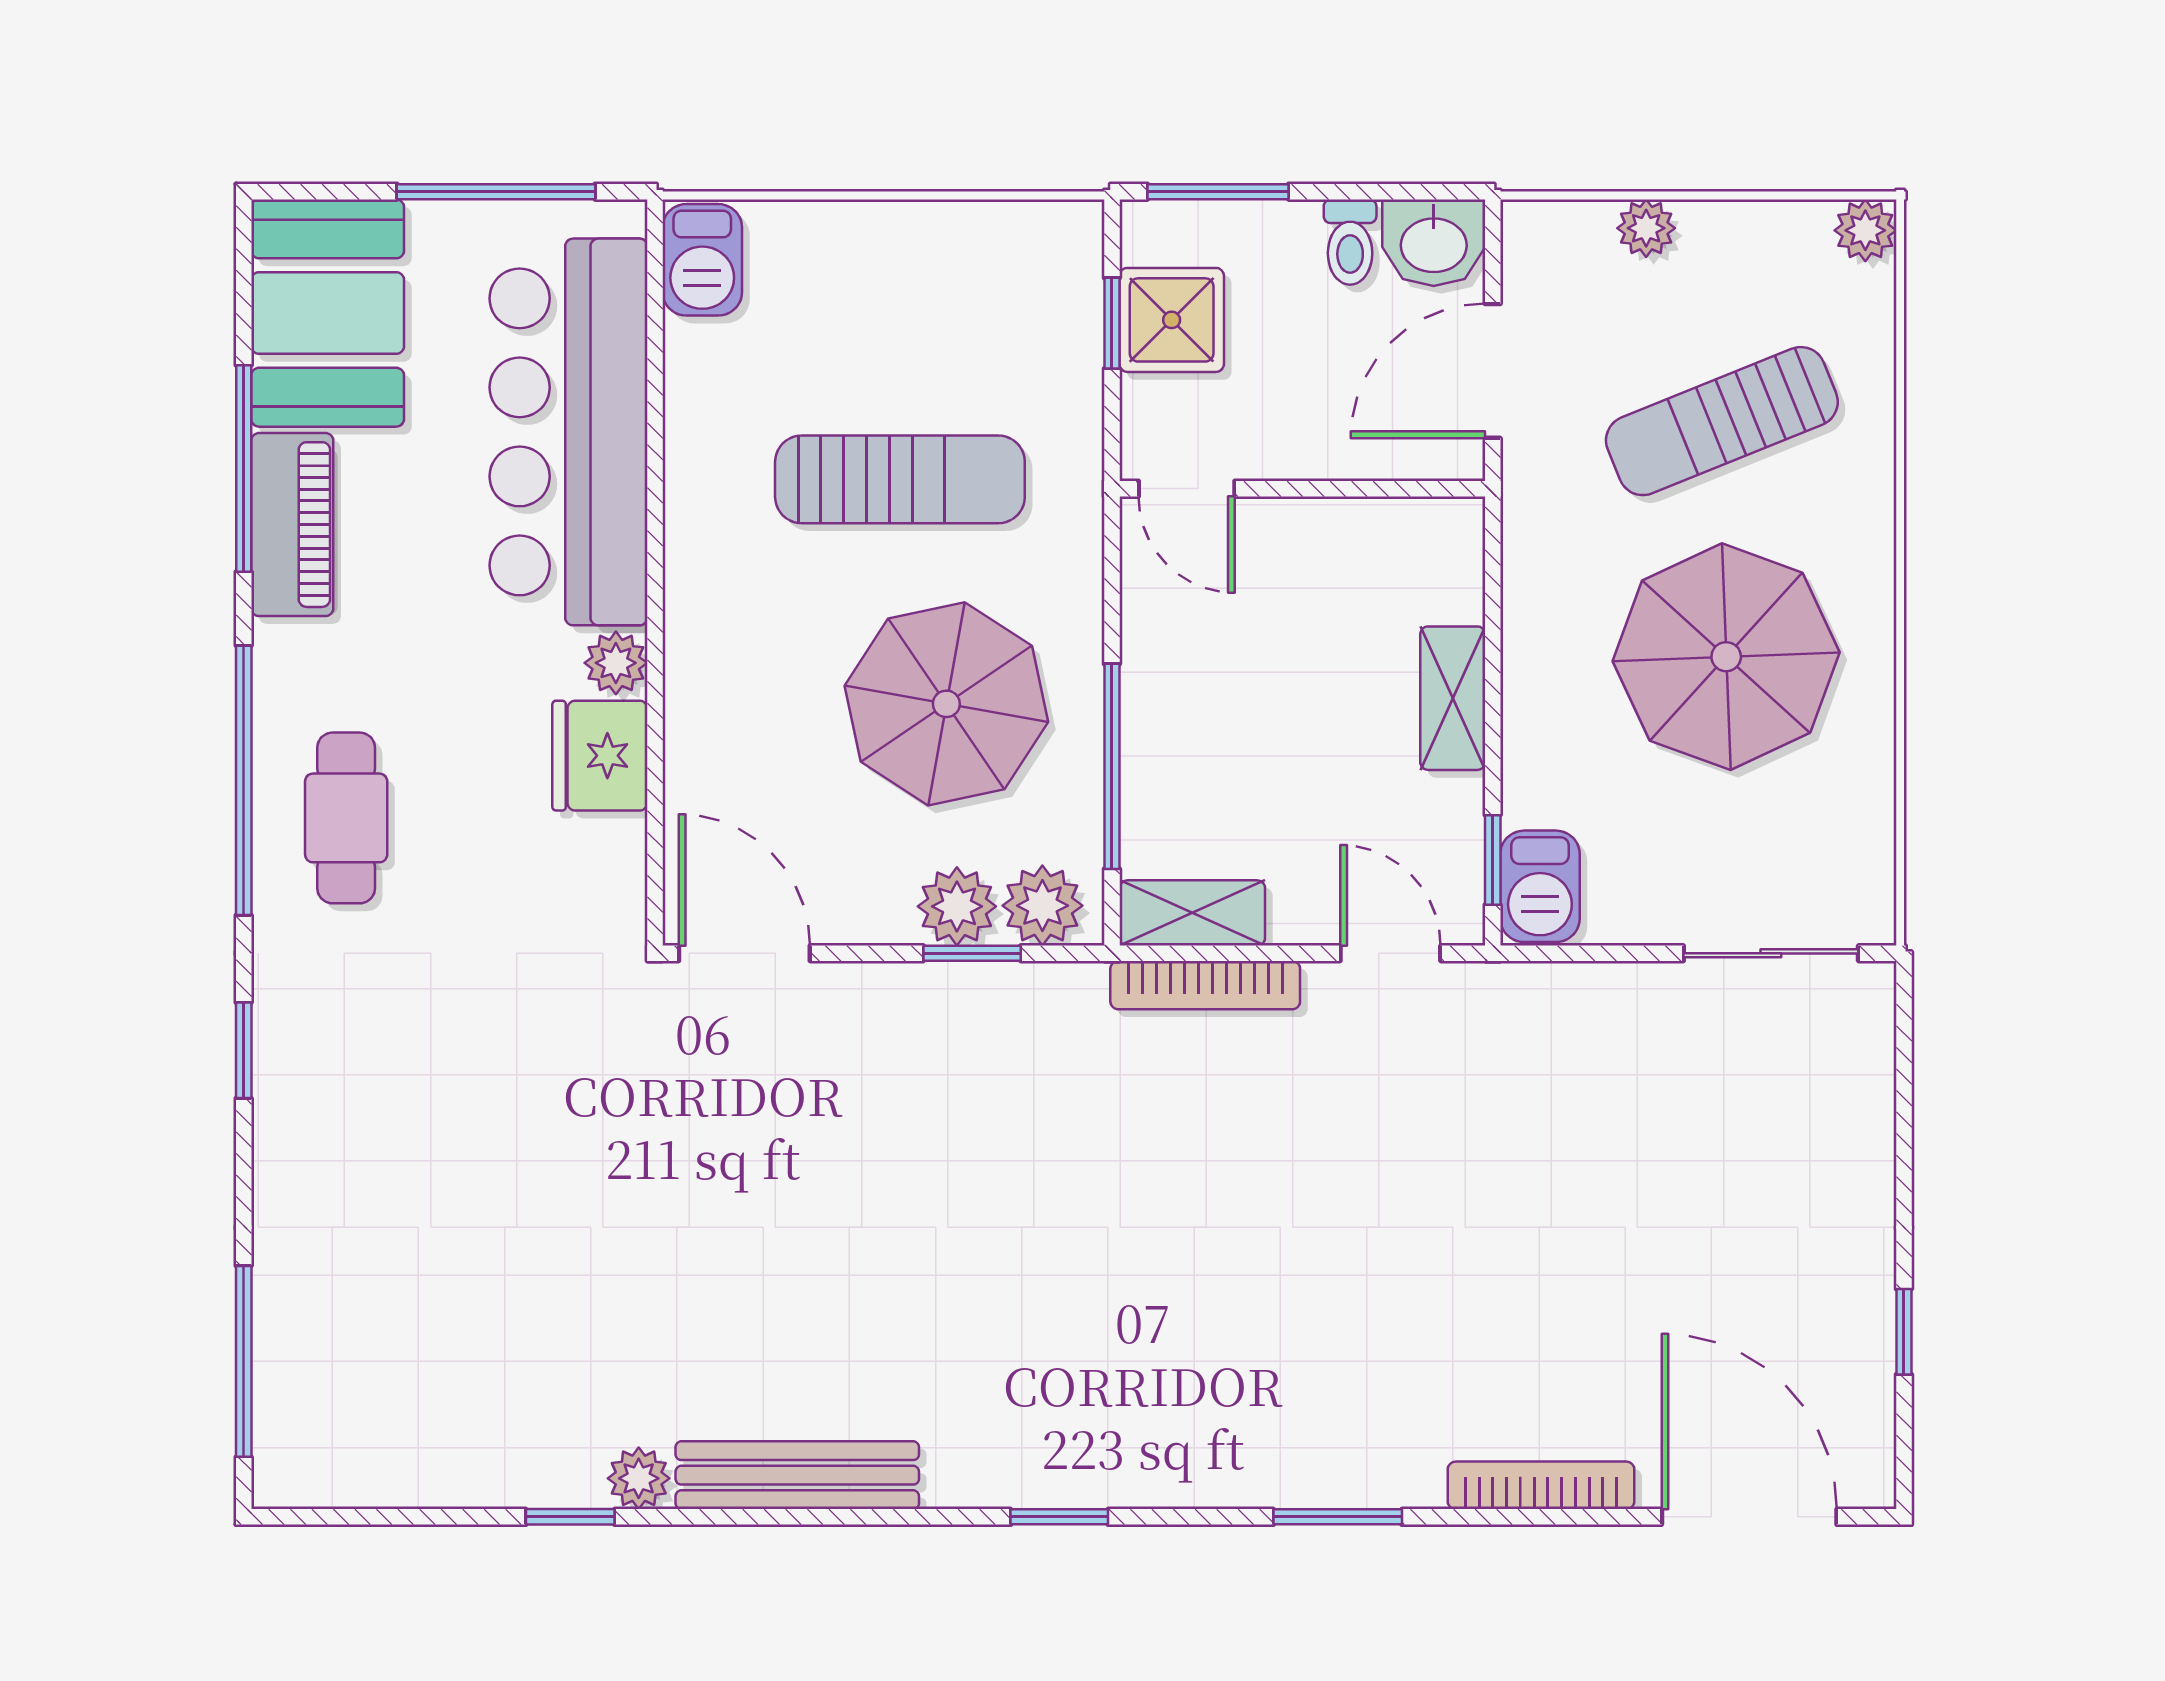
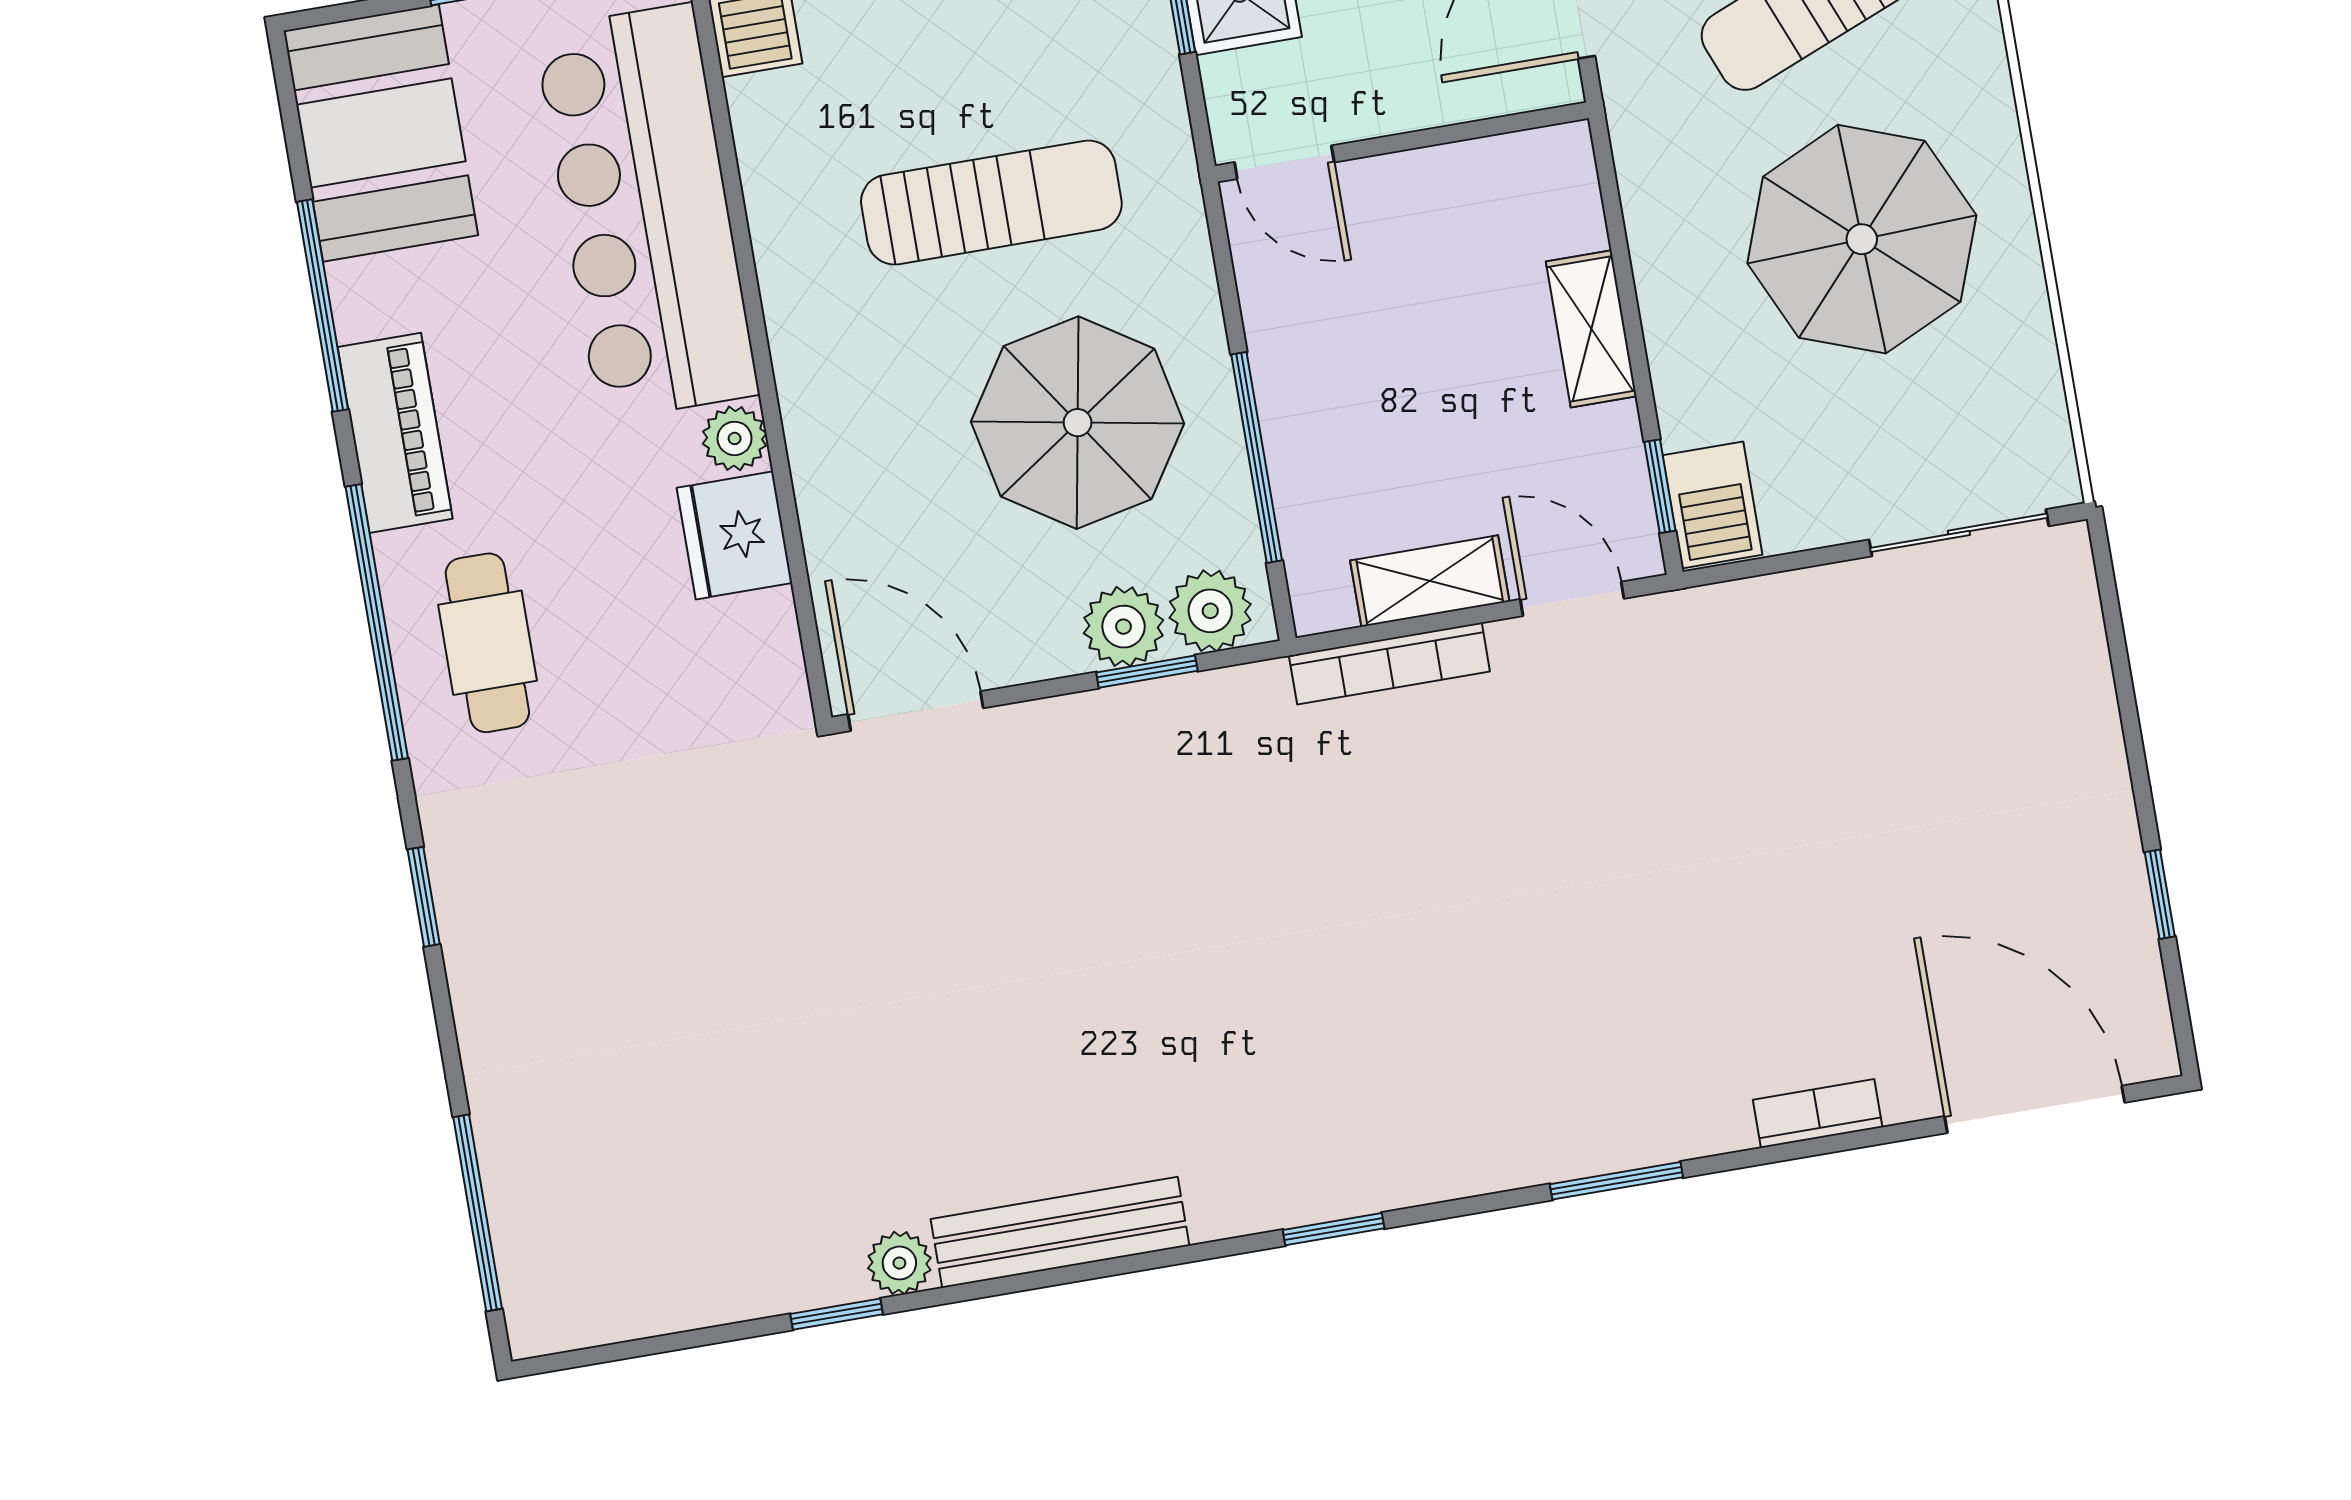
piano: (292, 525) -> (395, 433), moved
shelving: (1192, 913) -> (1430, 581), moved
bookcase: (1541, 1485) -> (1818, 1114), width x0.64

